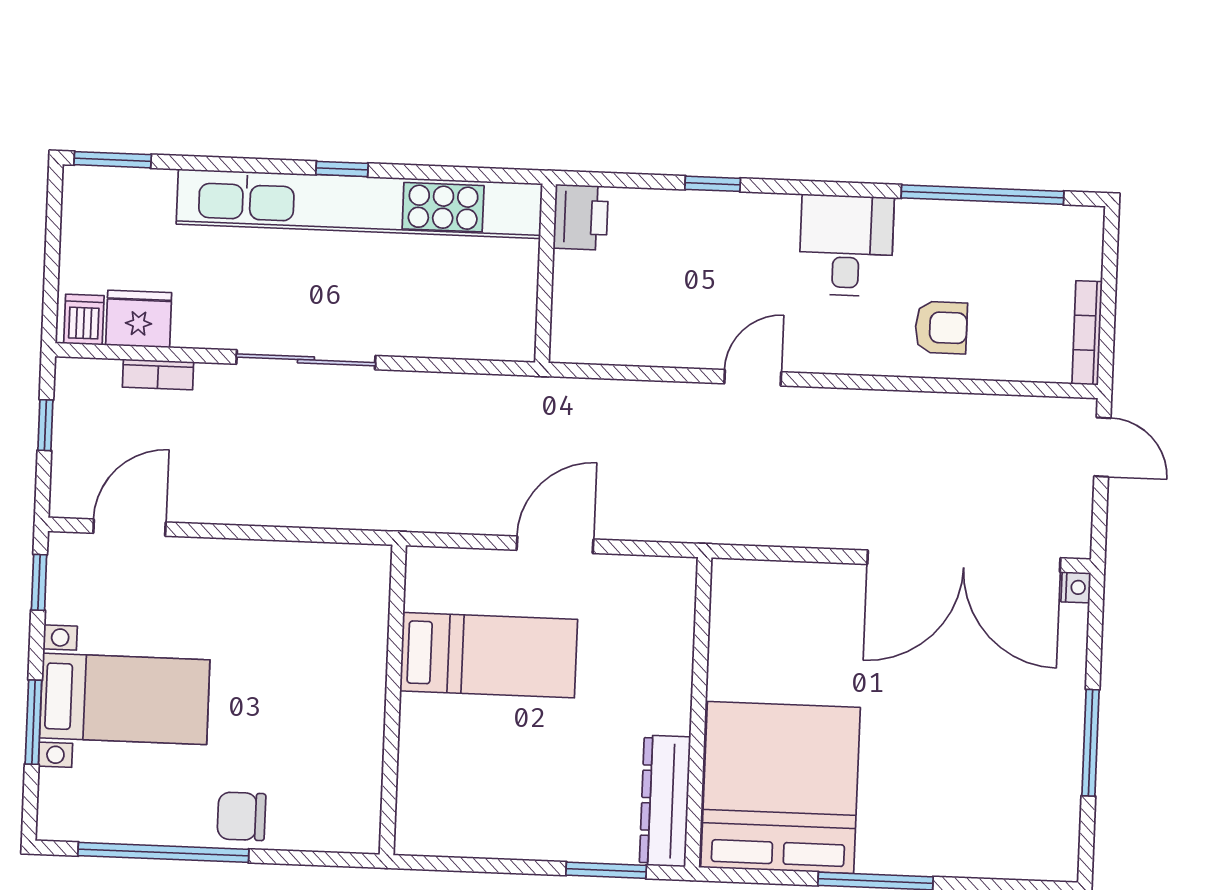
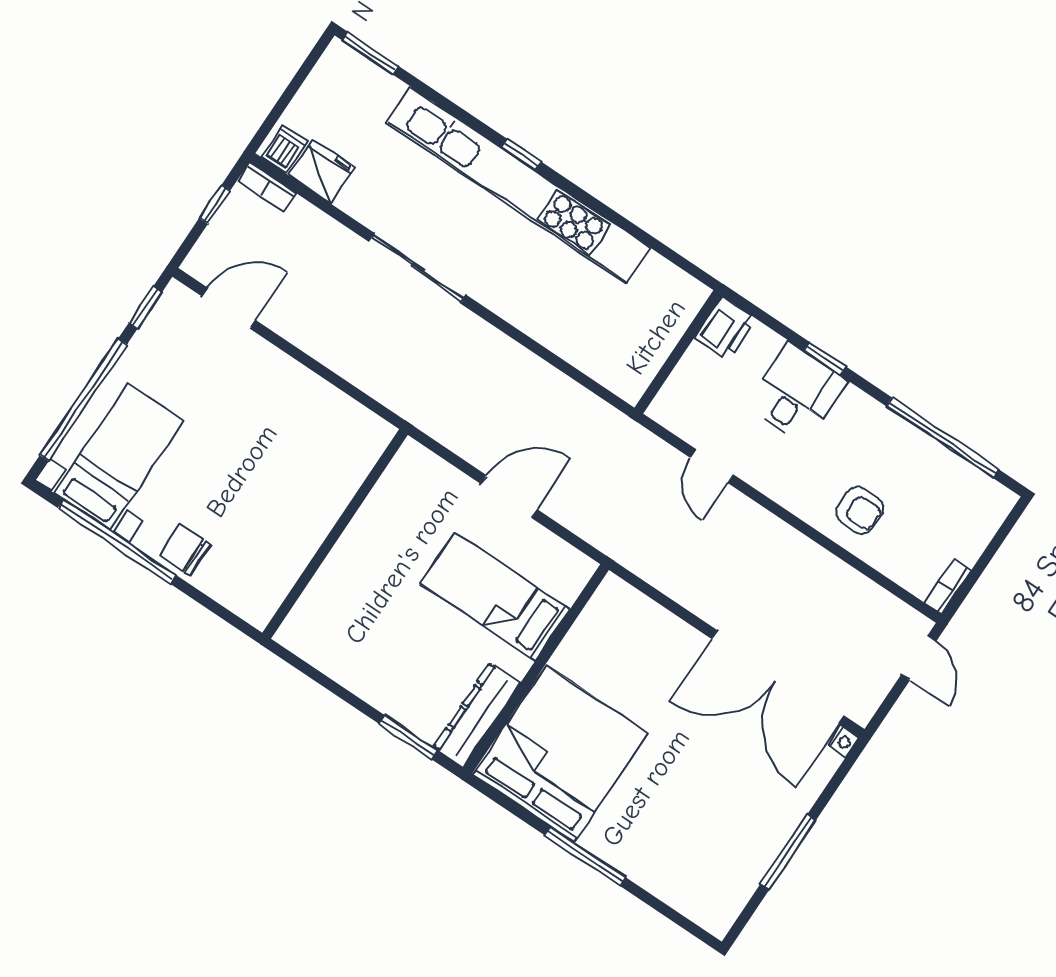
window: (713, 184) -> (825, 358), moved
printer: (581, 217) -> (725, 329), moved
desk: (846, 246) -> (797, 393), moved
wall: (545, 273) -> (678, 352), moved
bookcase: (1087, 333) -> (948, 587), width x0.64
bookcase: (158, 375) -> (267, 187), moved
door: (753, 378) -> (712, 466), swing flipped
bed: (489, 655) -> (495, 597), moved, turned 180
bed with nightstands: (125, 699) -> (119, 457), moved, turned -90
window: (33, 722) -> (83, 400), width x2.11

